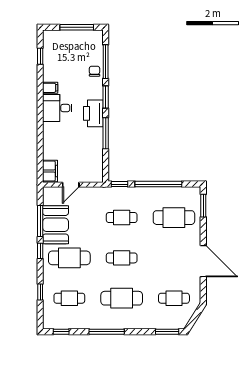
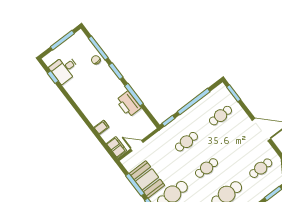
filing cabinet: (50, 88) -> (102, 127), moved
desk: (57, 108) -> (64, 69), moved
printer: (93, 113) -> (128, 104), moved
door: (71, 185) -> (137, 146), swing flipped
cafe table: (174, 218) -> (221, 116), width x0.73, depth x0.74

